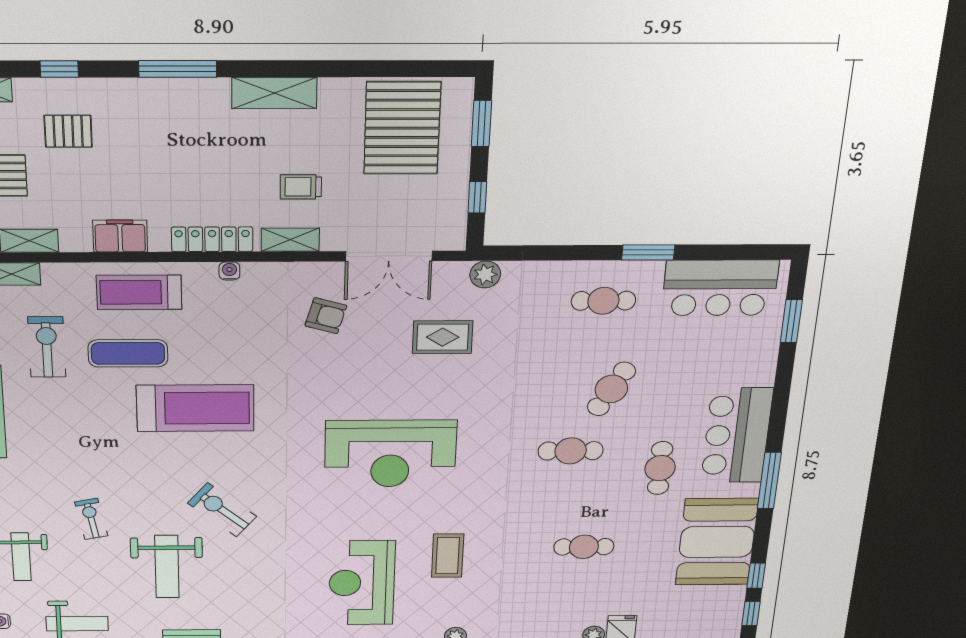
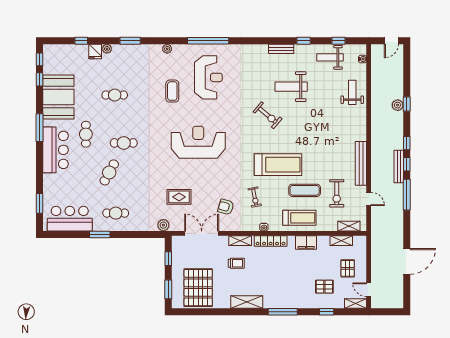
treadmill: (195, 408) -> (278, 165), turned 180
exercise bike: (91, 519) -> (255, 197), moved
weight bench: (167, 567) -> (291, 87), turned -90

